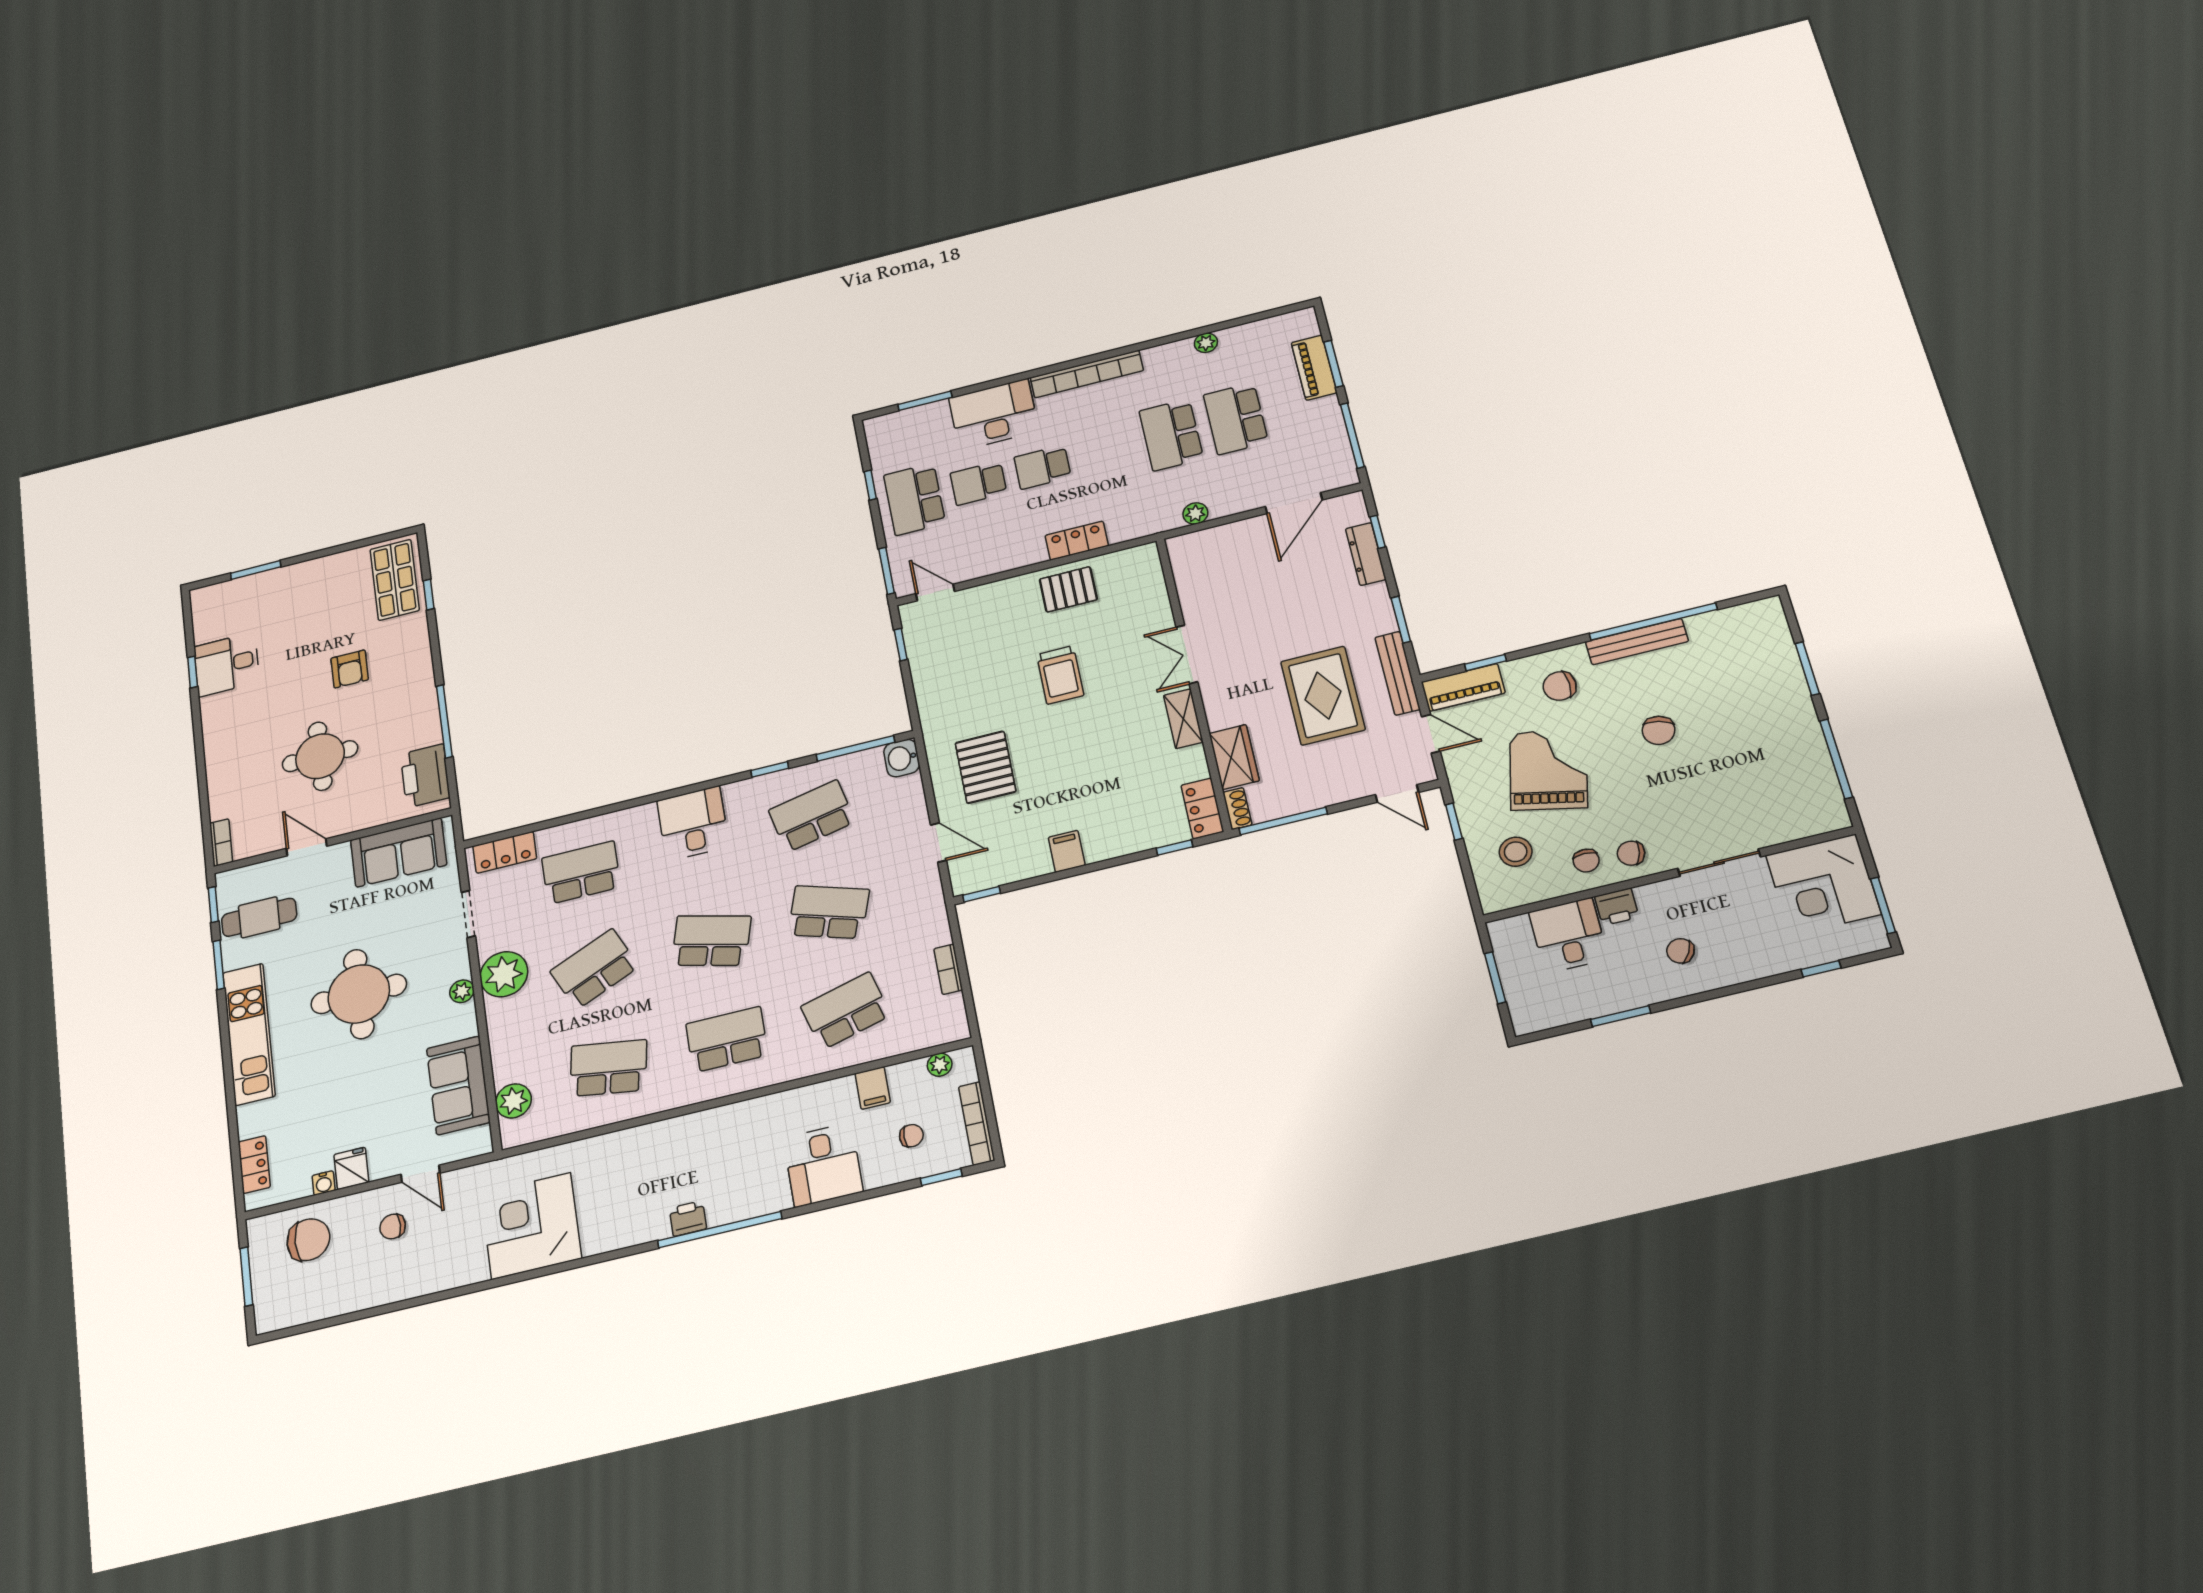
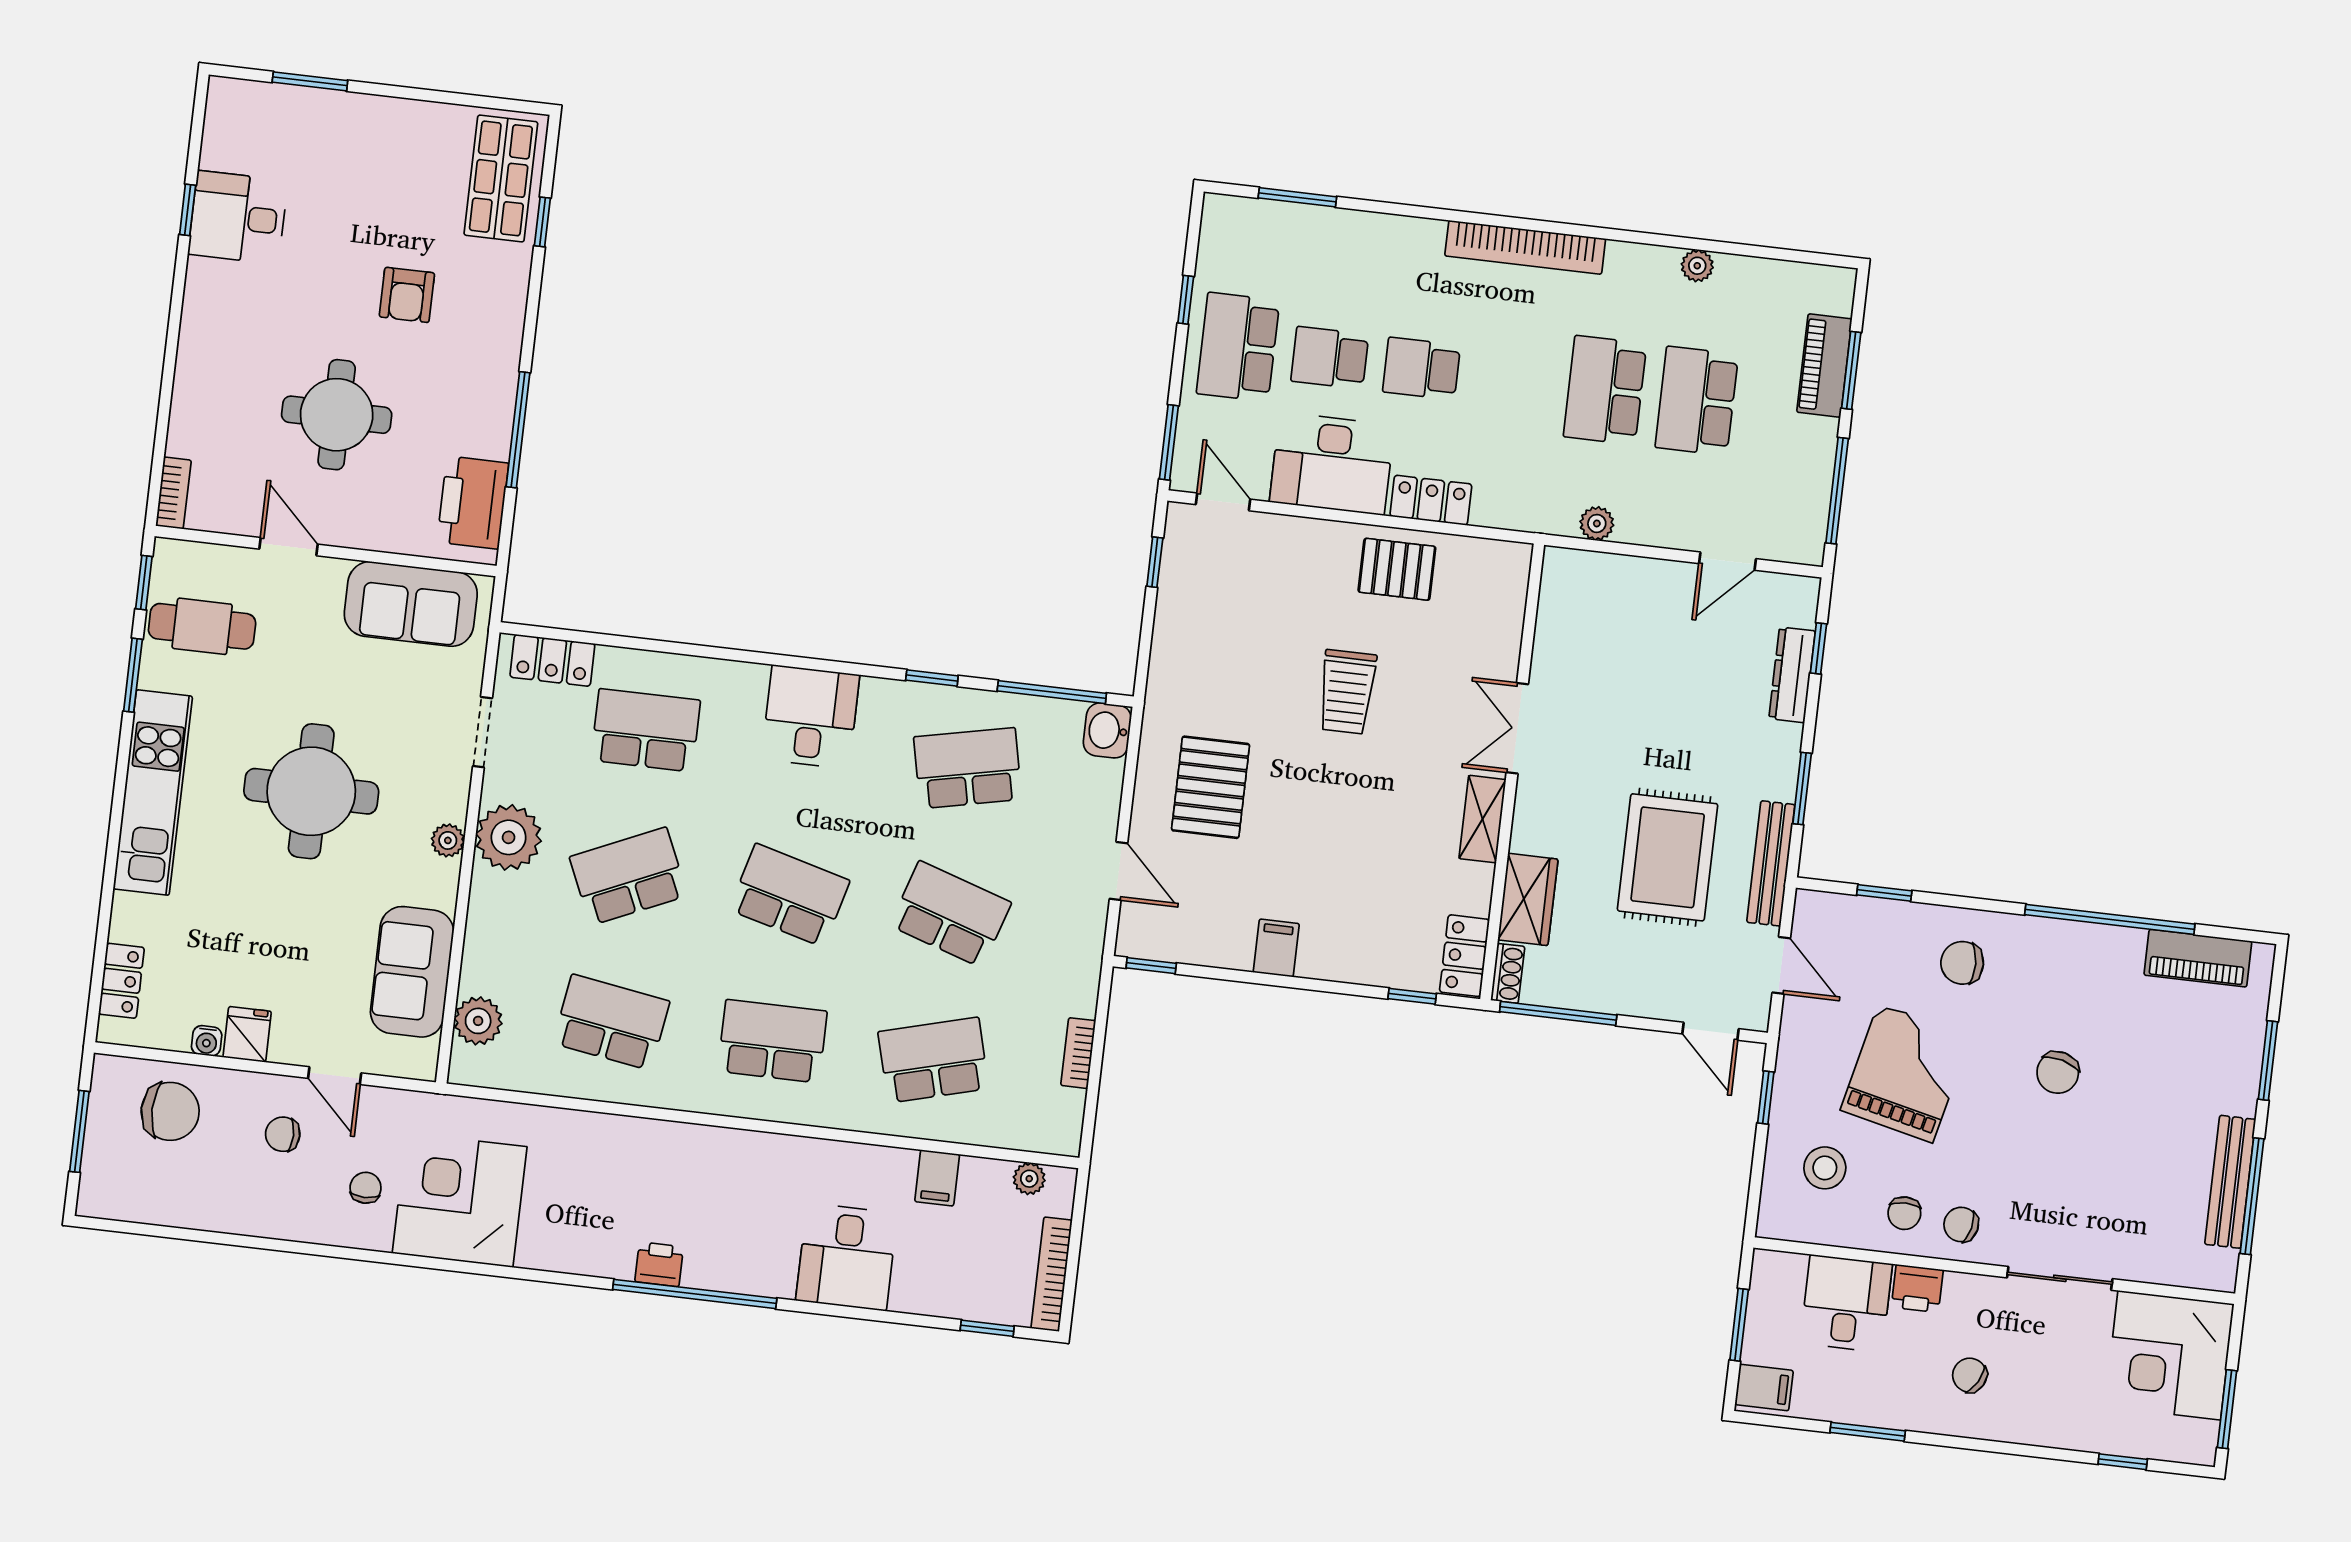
desk: (994, 414) -> (1332, 464), moved, turned 180
door: (1294, 503) -> (1728, 561), width x0.73
bench: (1637, 642) -> (2230, 1182), moved, turned 90
piano: (1463, 687) -> (2198, 958), moved
filing cabinet: (1531, 1013) -> (1764, 1388), added
chair: (911, 1136) -> (366, 1188), moved, turned -90

